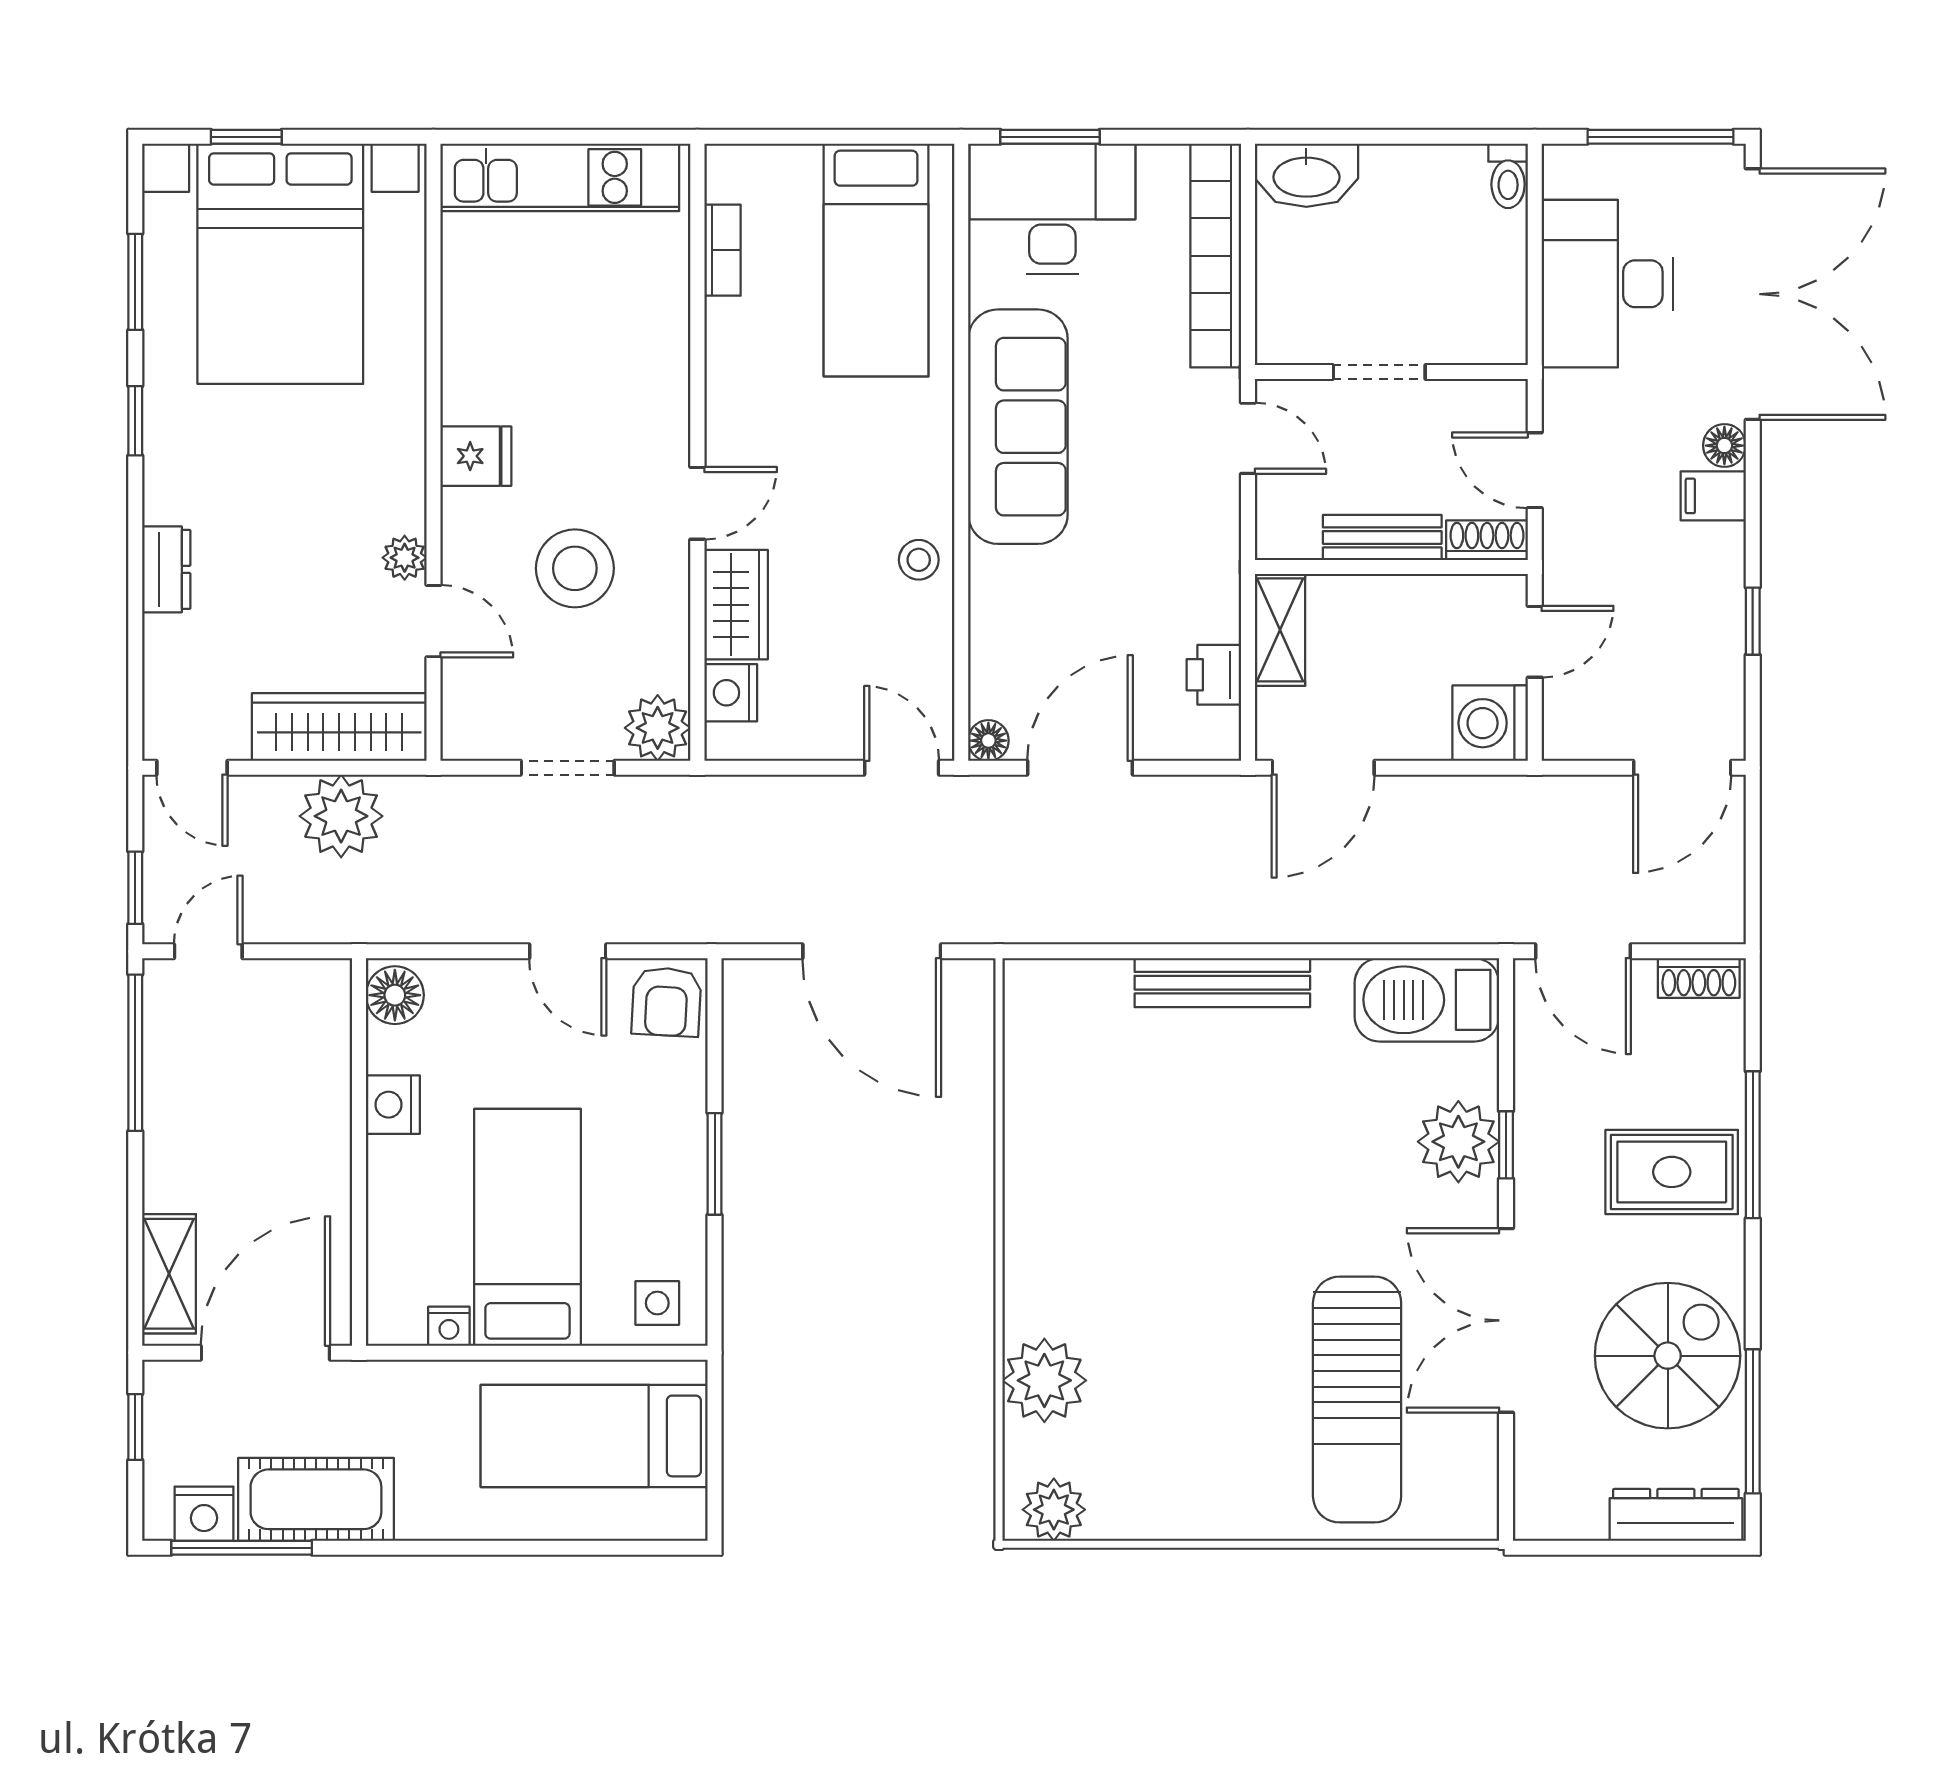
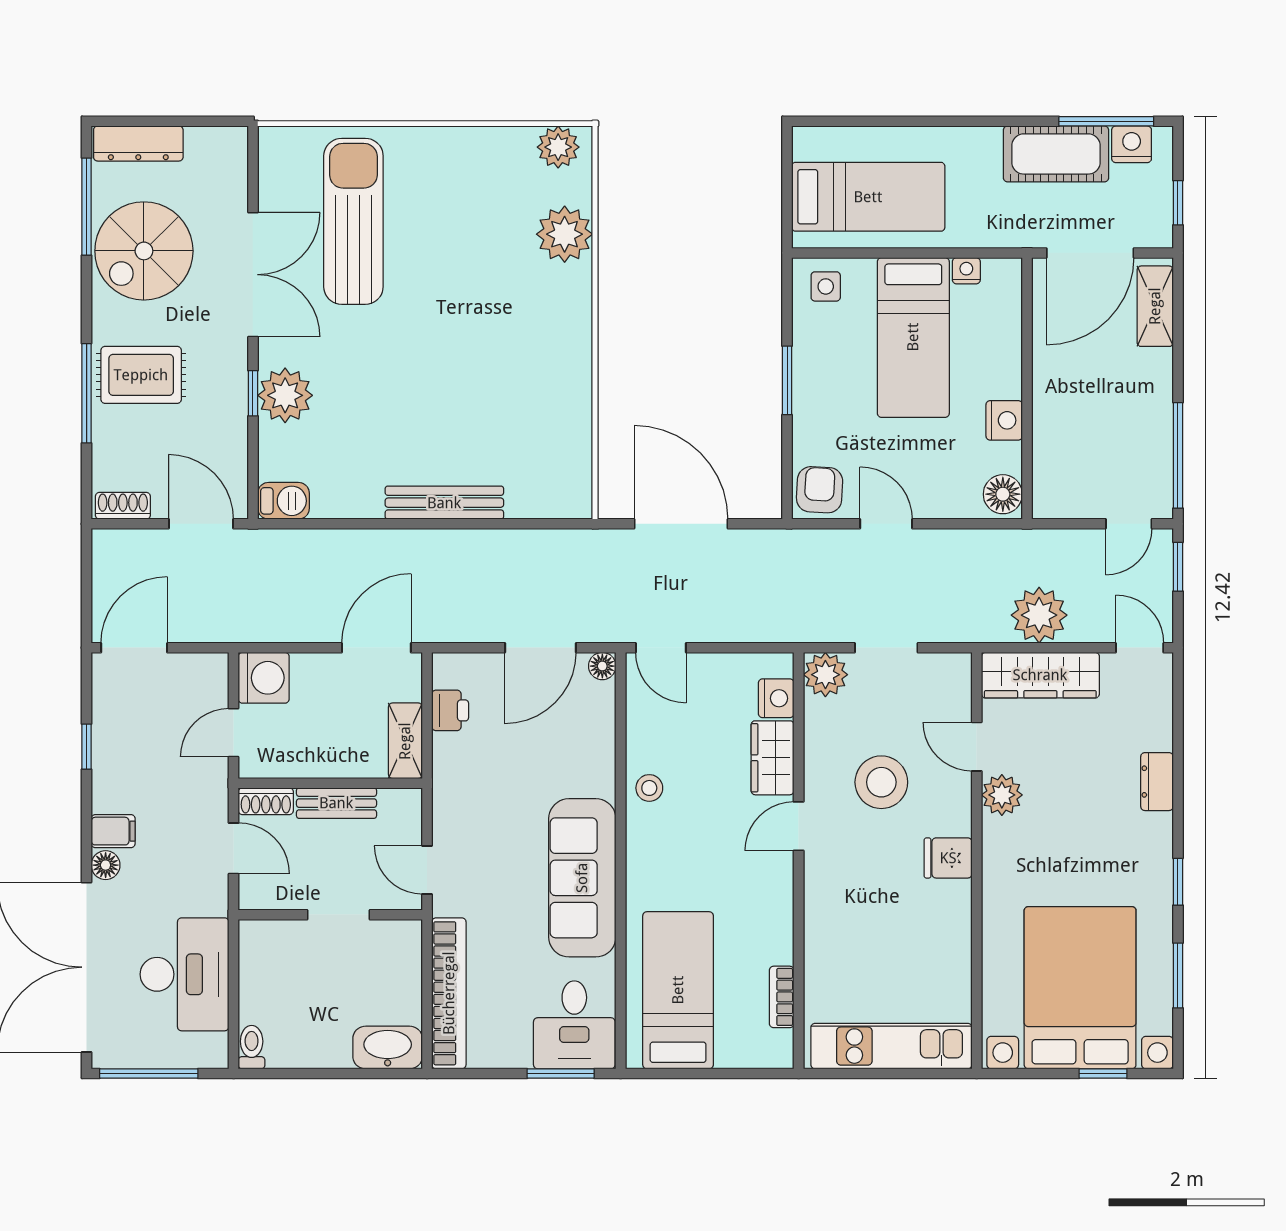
desk: (1052, 209) -> (574, 1025), width x0.73
plant: (405, 558) -> (1002, 795), width x1.38, depth x1.38
barbecue: (1427, 1000) -> (283, 501), width x0.53, depth x0.65

